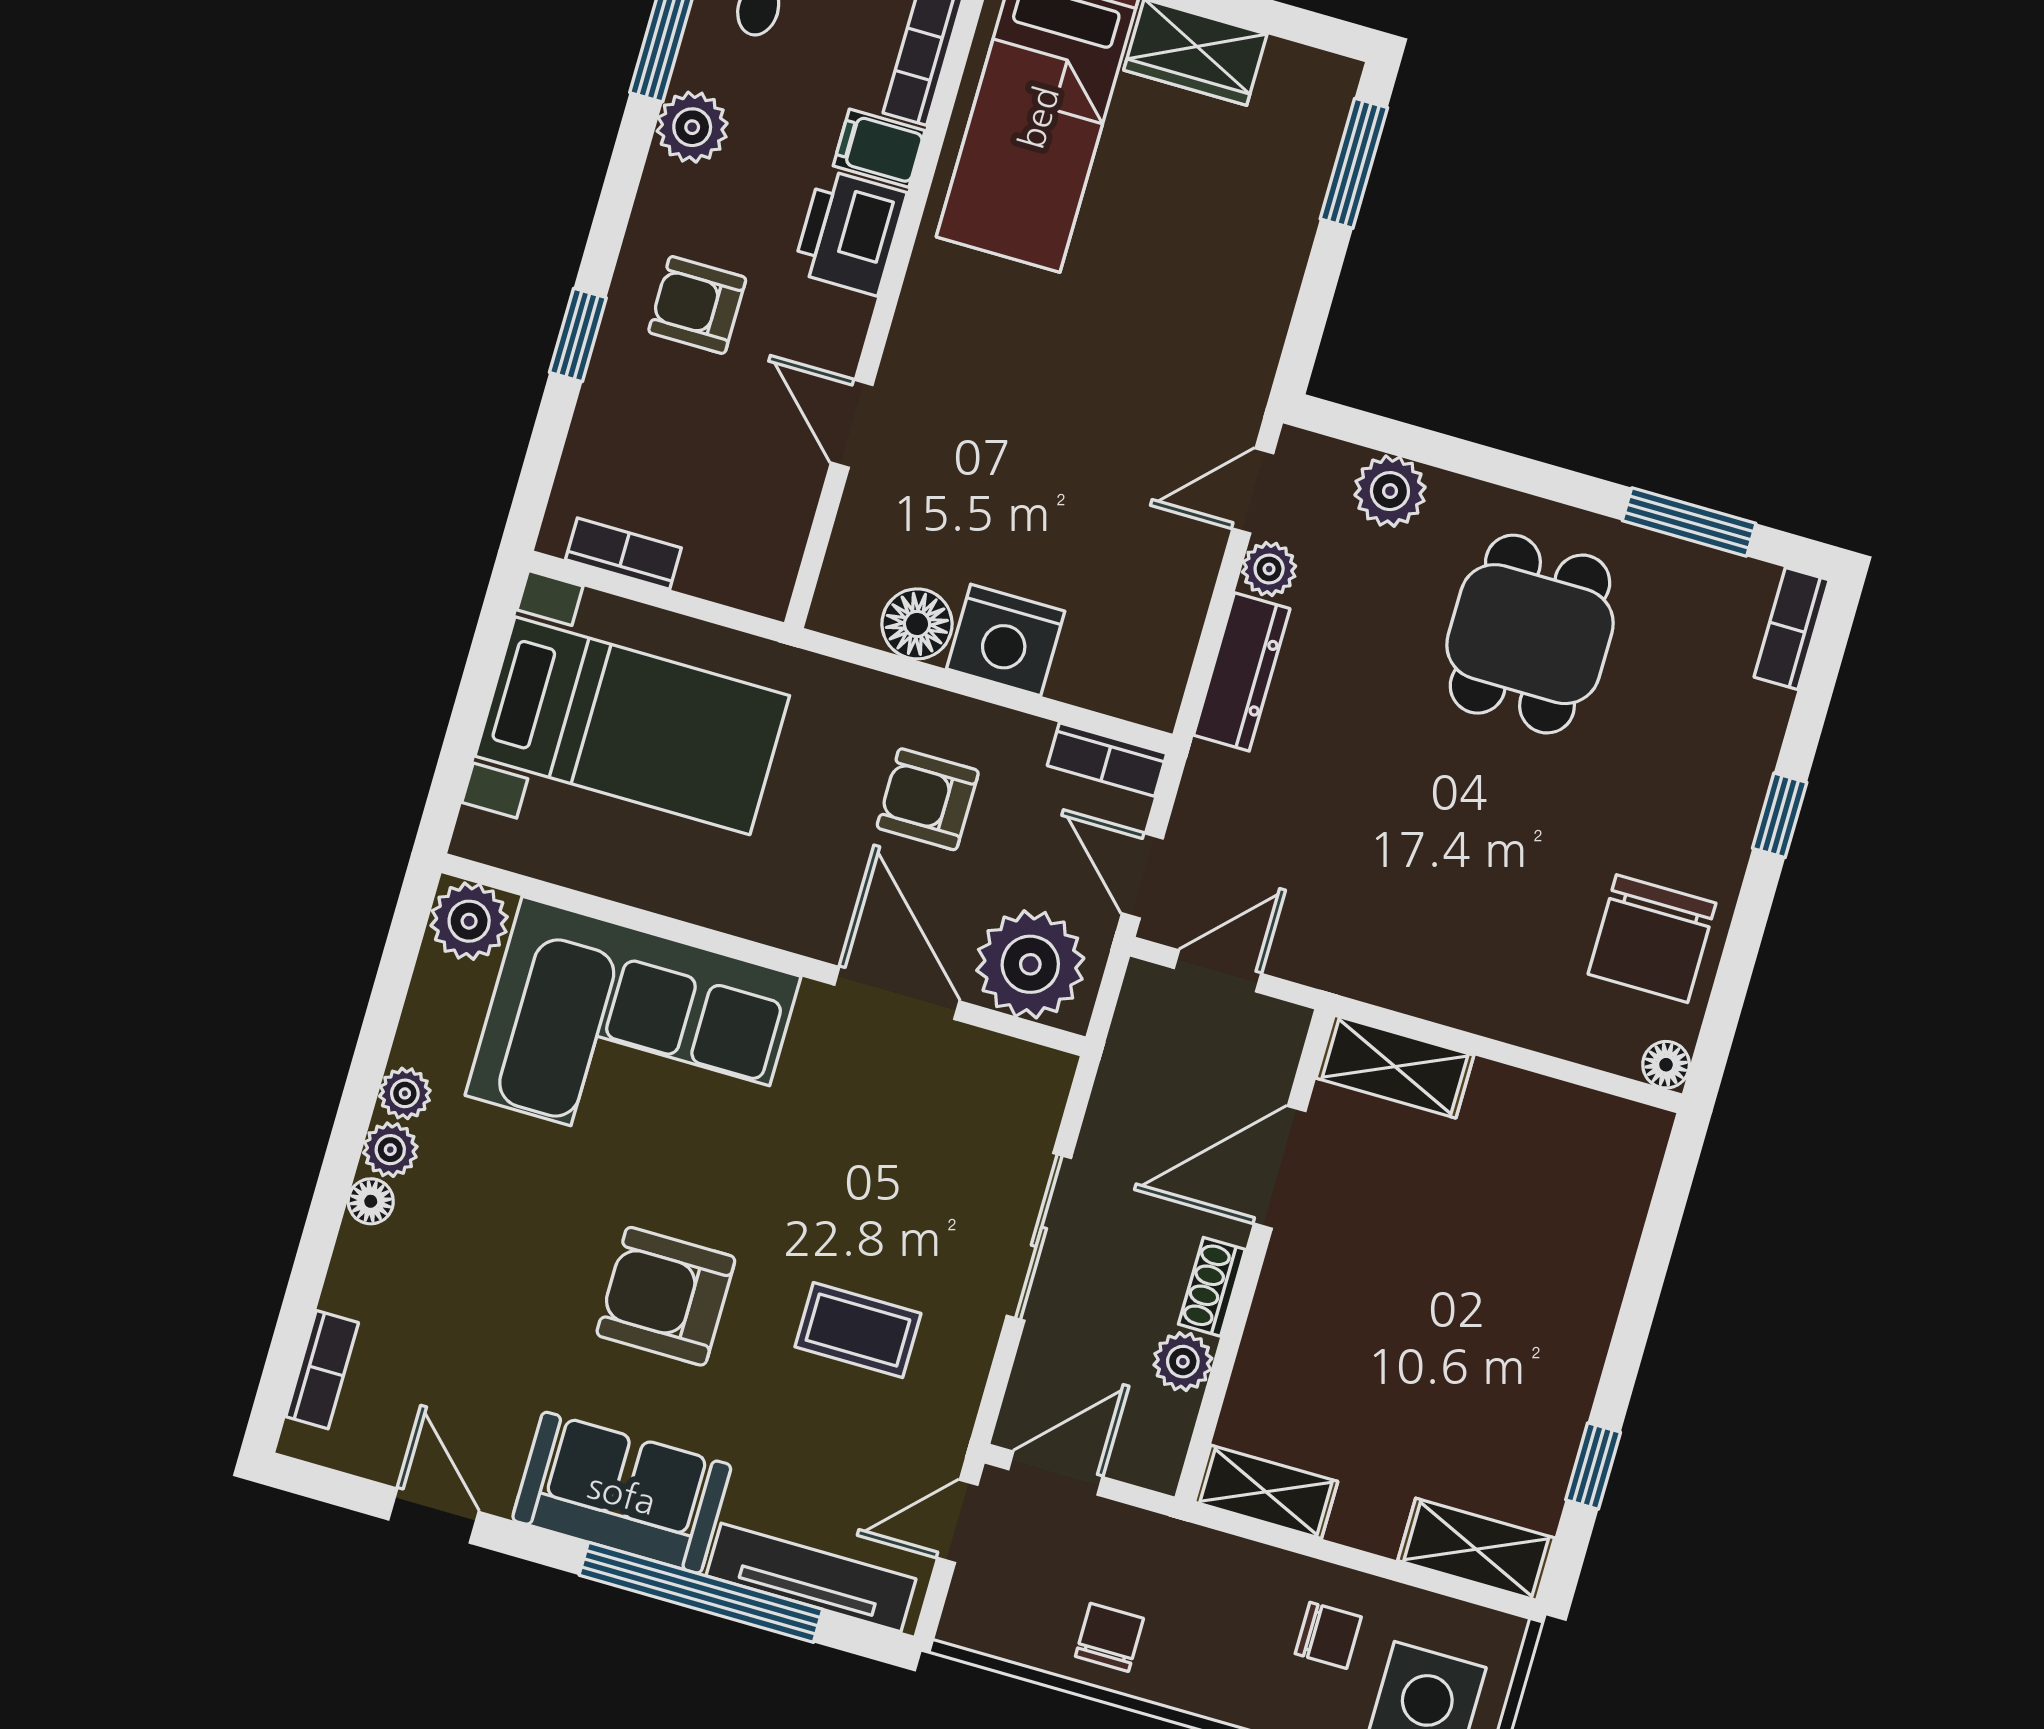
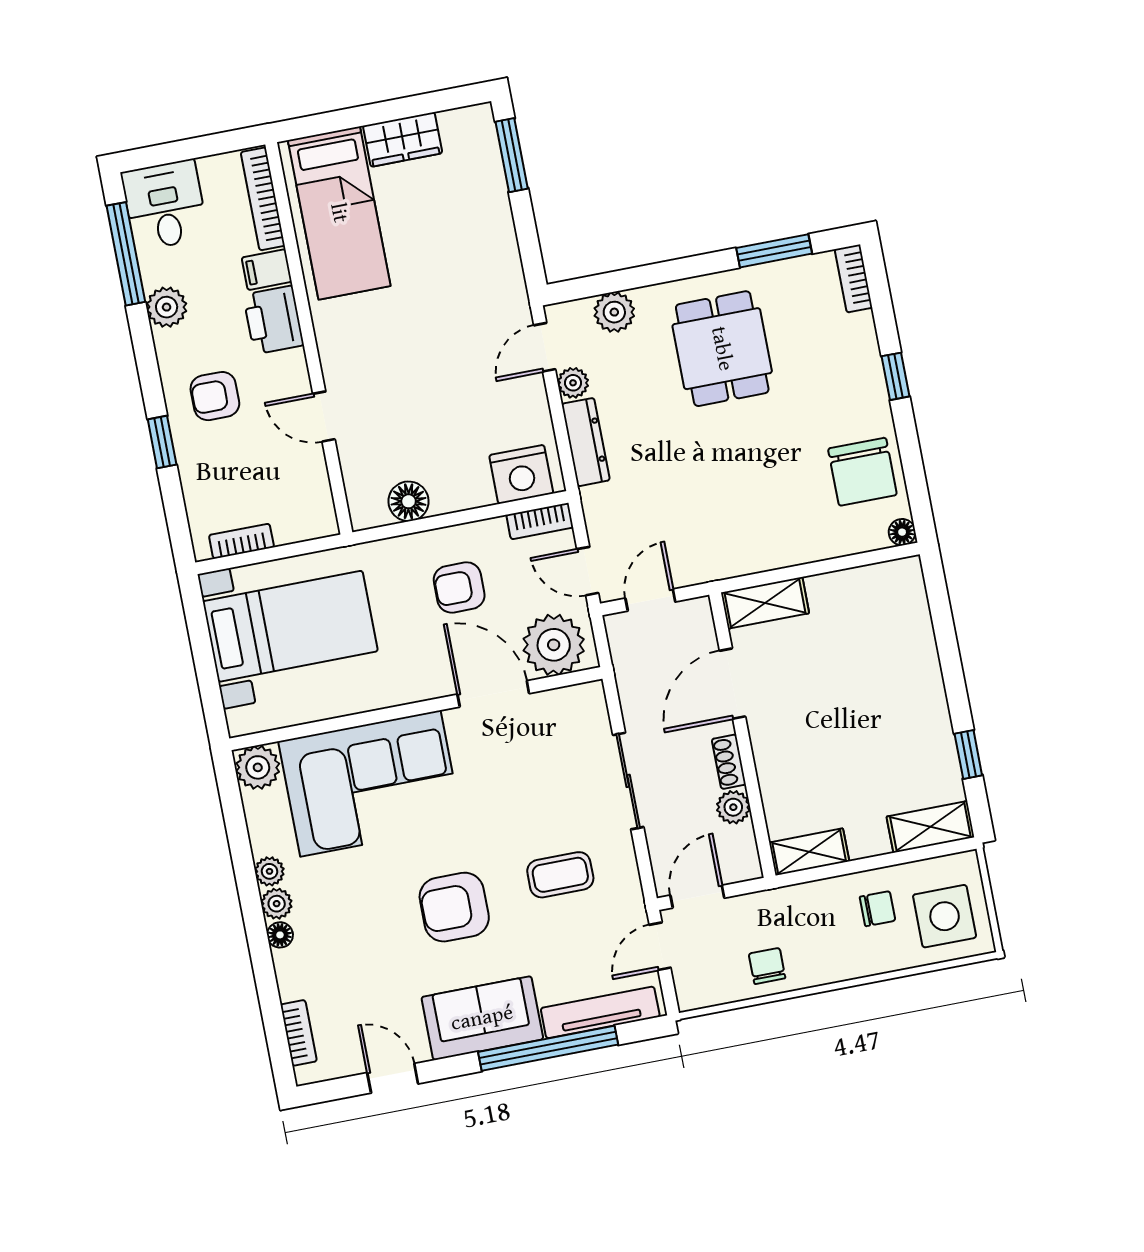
nightstand: (1006, 640) -> (521, 474), moved

